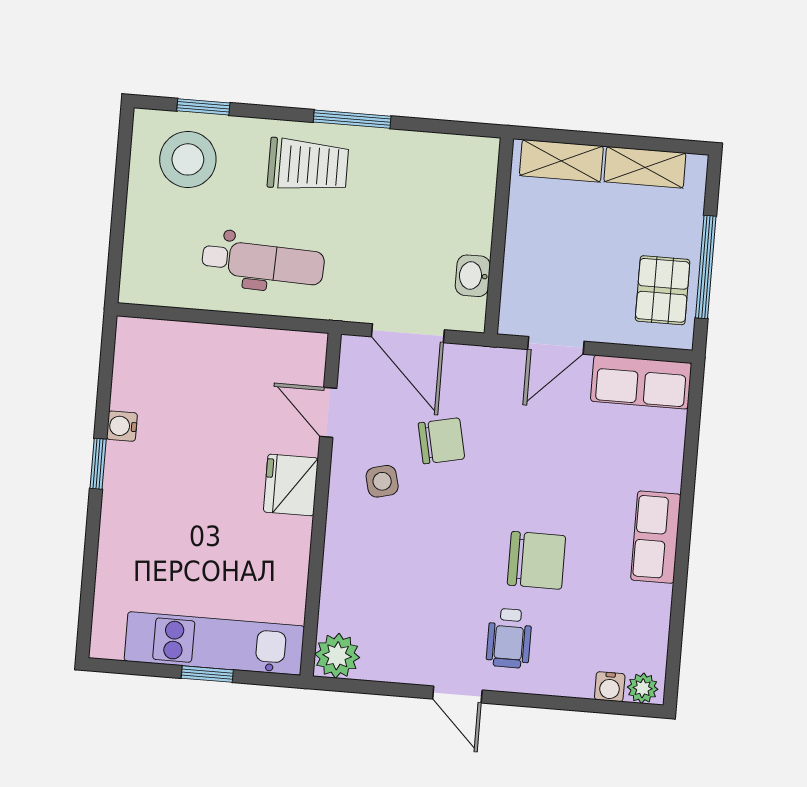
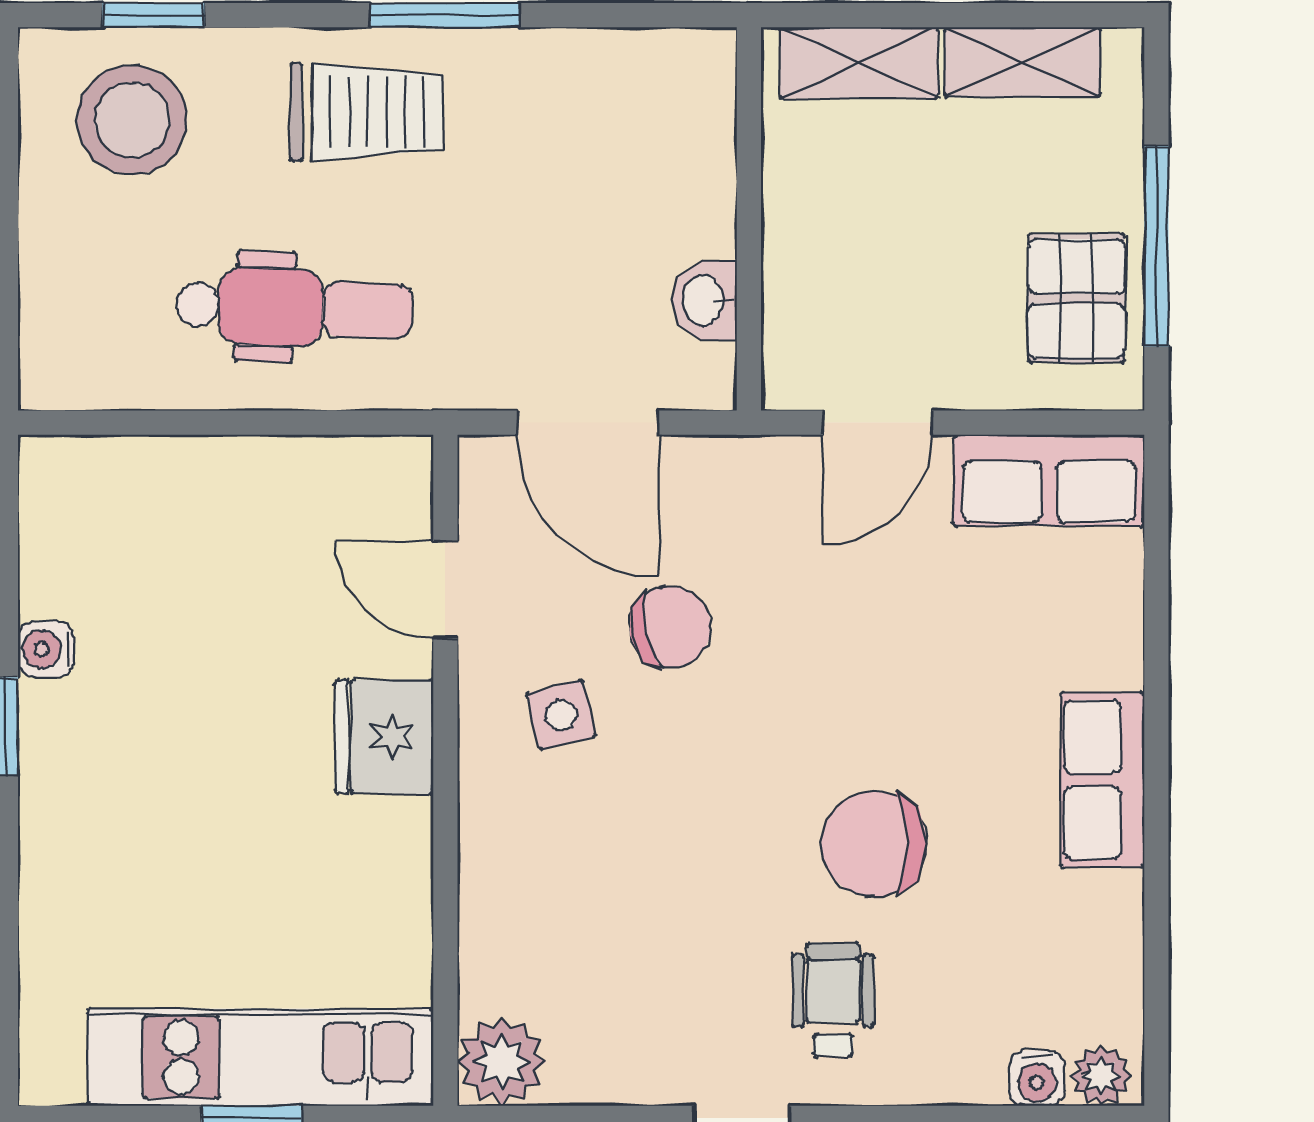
chair: (536, 560) -> (874, 844), turned 180
wheelchair: (509, 638) -> (833, 1000), turned 180

